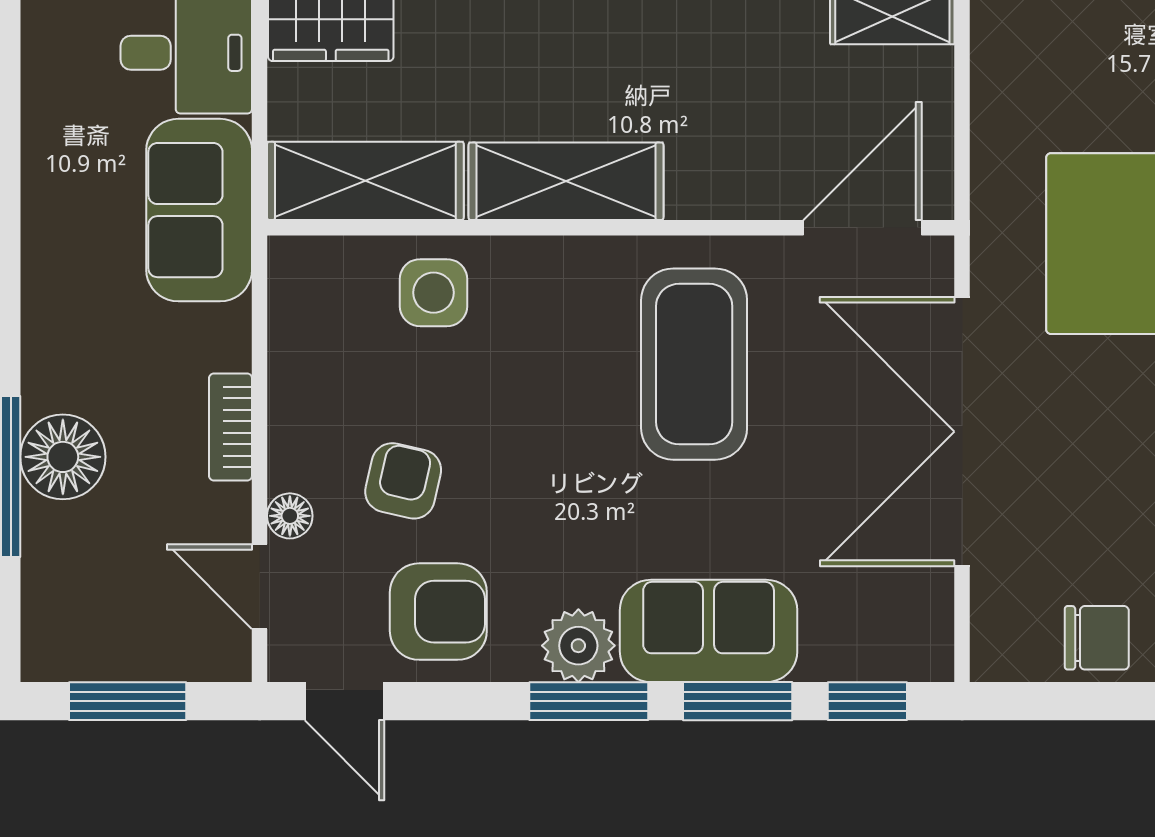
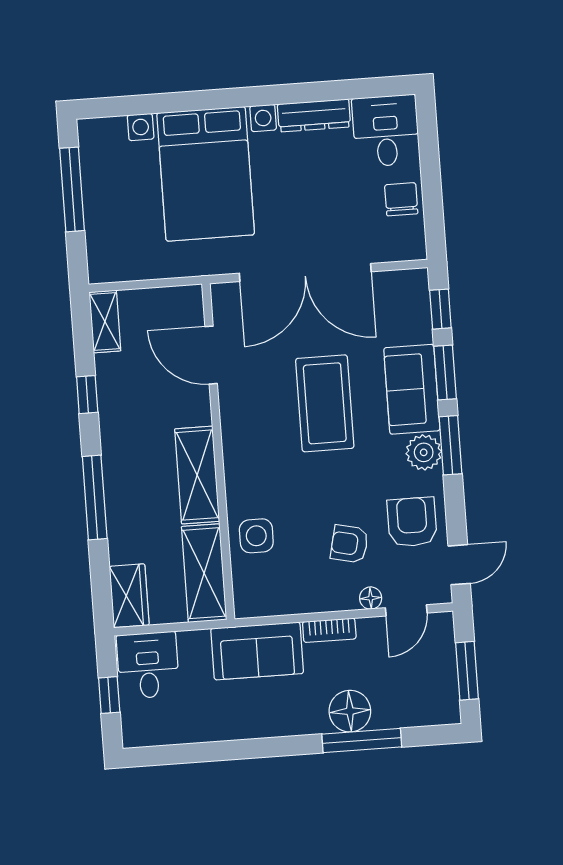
sofa: (199, 210) -> (257, 651), moved
door: (862, 228) -> (211, 355), moved
coffee table: (694, 364) -> (325, 403), moved, turned 90

